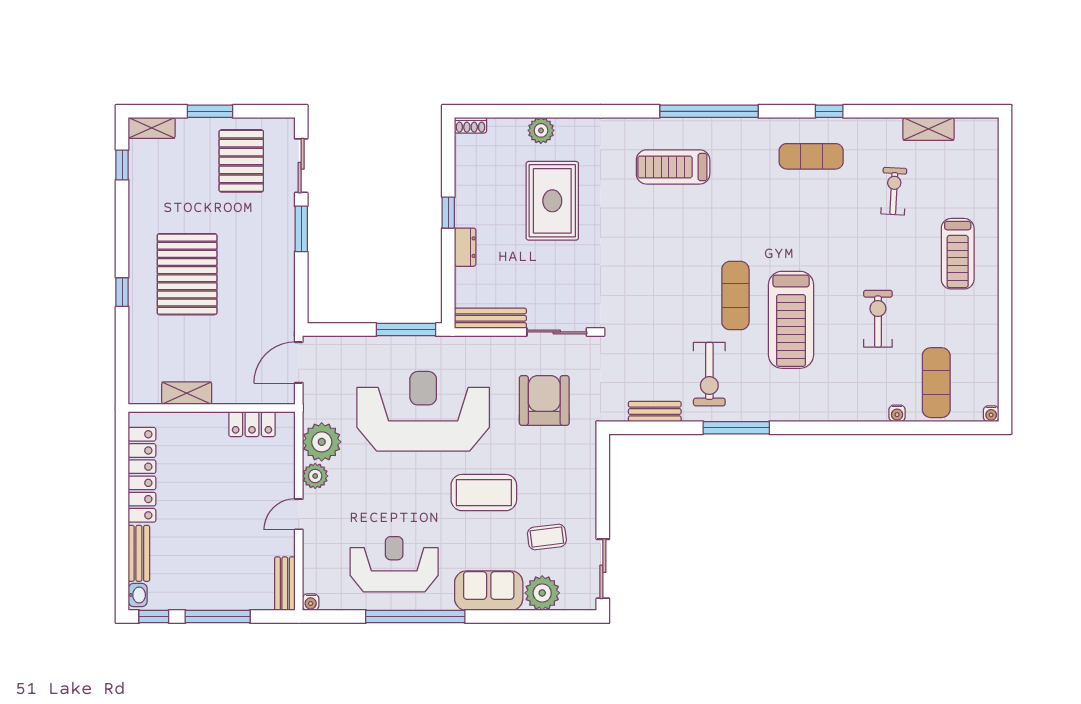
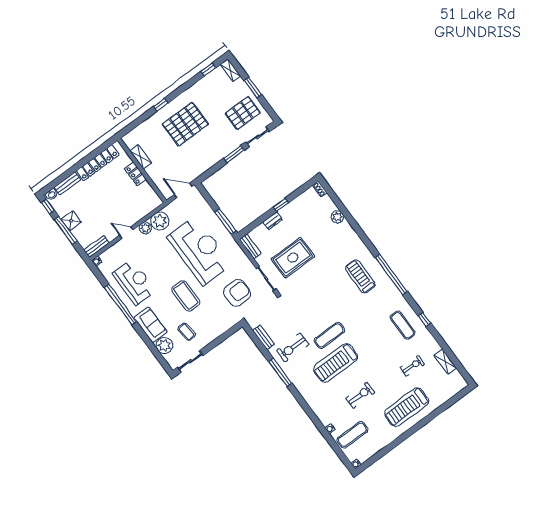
rug: (552, 201) -> (293, 258), moved
treadmill: (958, 254) -> (407, 407), width x1.37, depth x1.38
bench: (490, 318) -> (250, 246), width x0.73
locker: (252, 424) -> (135, 174), moved
shower: (208, 595) -> (71, 221), added

